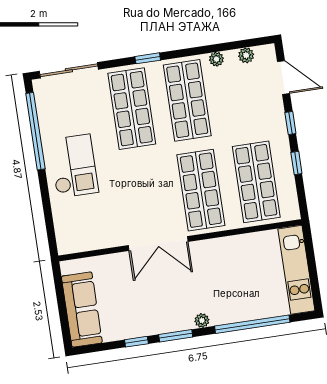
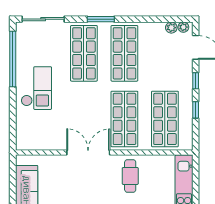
window: (148, 58) -> (101, 19), width x1.50
plant: (216, 59) -> (183, 27), moved
double door: (158, 244) -> (88, 152), swing flipped
cafe table: (221, 267) -> (130, 176), added

